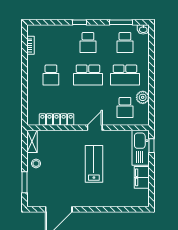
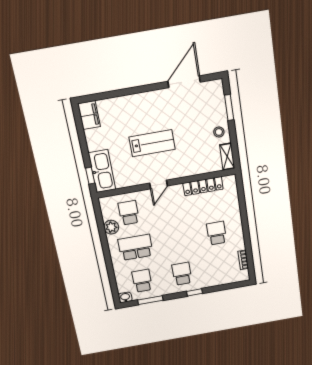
school desk: (88, 75) -> (176, 240), removed
lab bench: (94, 164) -> (152, 143), turned -90
filing cabinet: (142, 177) -> (89, 115), moved

